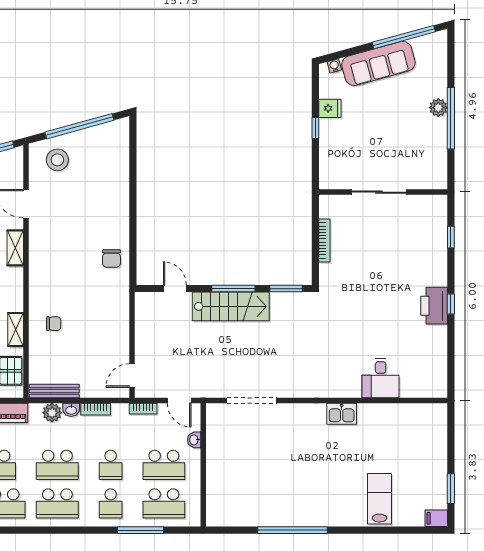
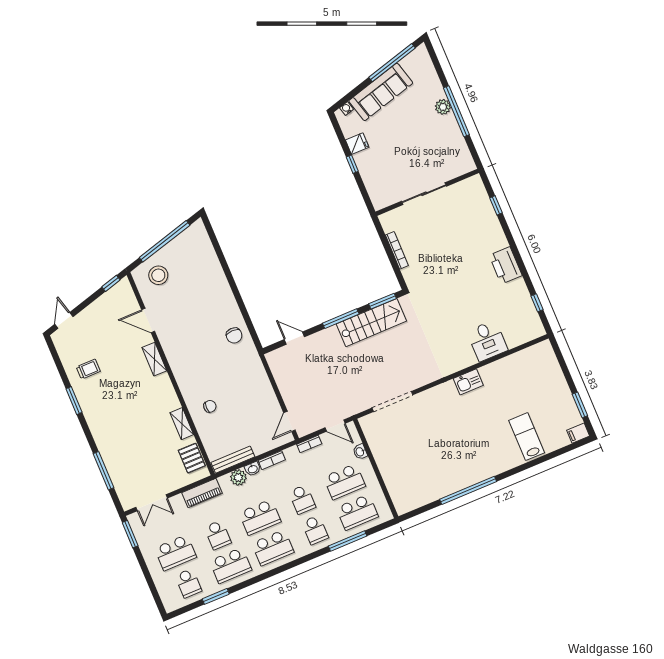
window: (451, 304) -> (537, 303), moved
stairs: (231, 306) -> (371, 323), moved

